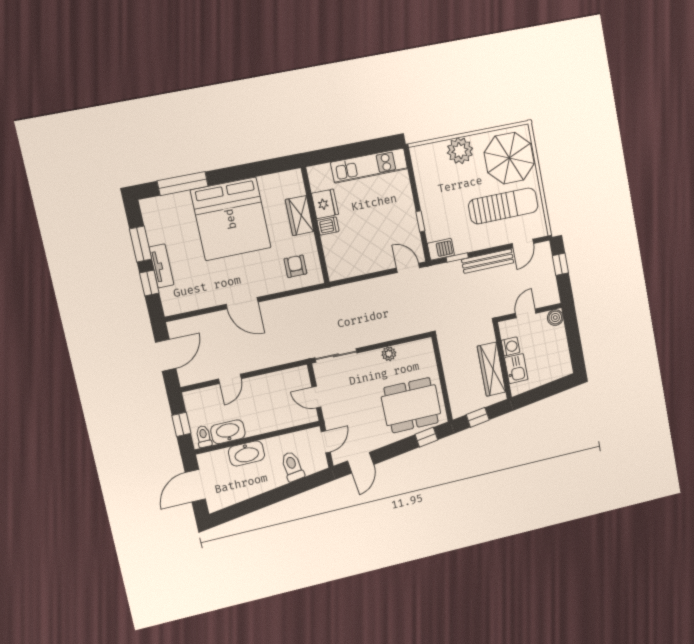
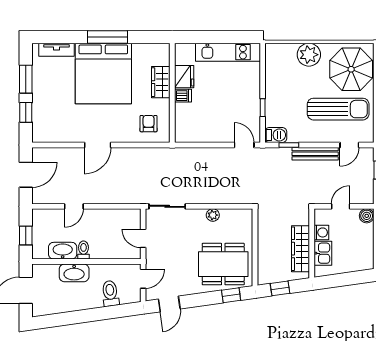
window: (183, 184) -> (107, 37), moved
tv unit: (161, 266) -> (57, 50), moved, turned 90
door: (242, 303) -> (98, 145), hinge flipped
toilet: (204, 436) -> (83, 250), moved

